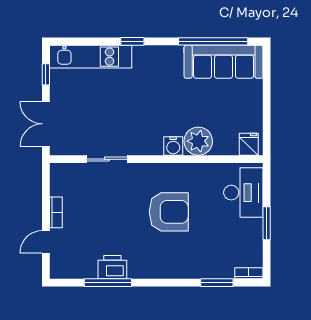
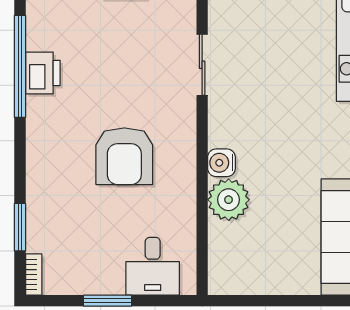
fridge: (249, 144) -> (224, 274), removed
desk: (243, 193) -> (153, 266), width x0.73
window: (108, 283) -> (20, 66), width x1.46

